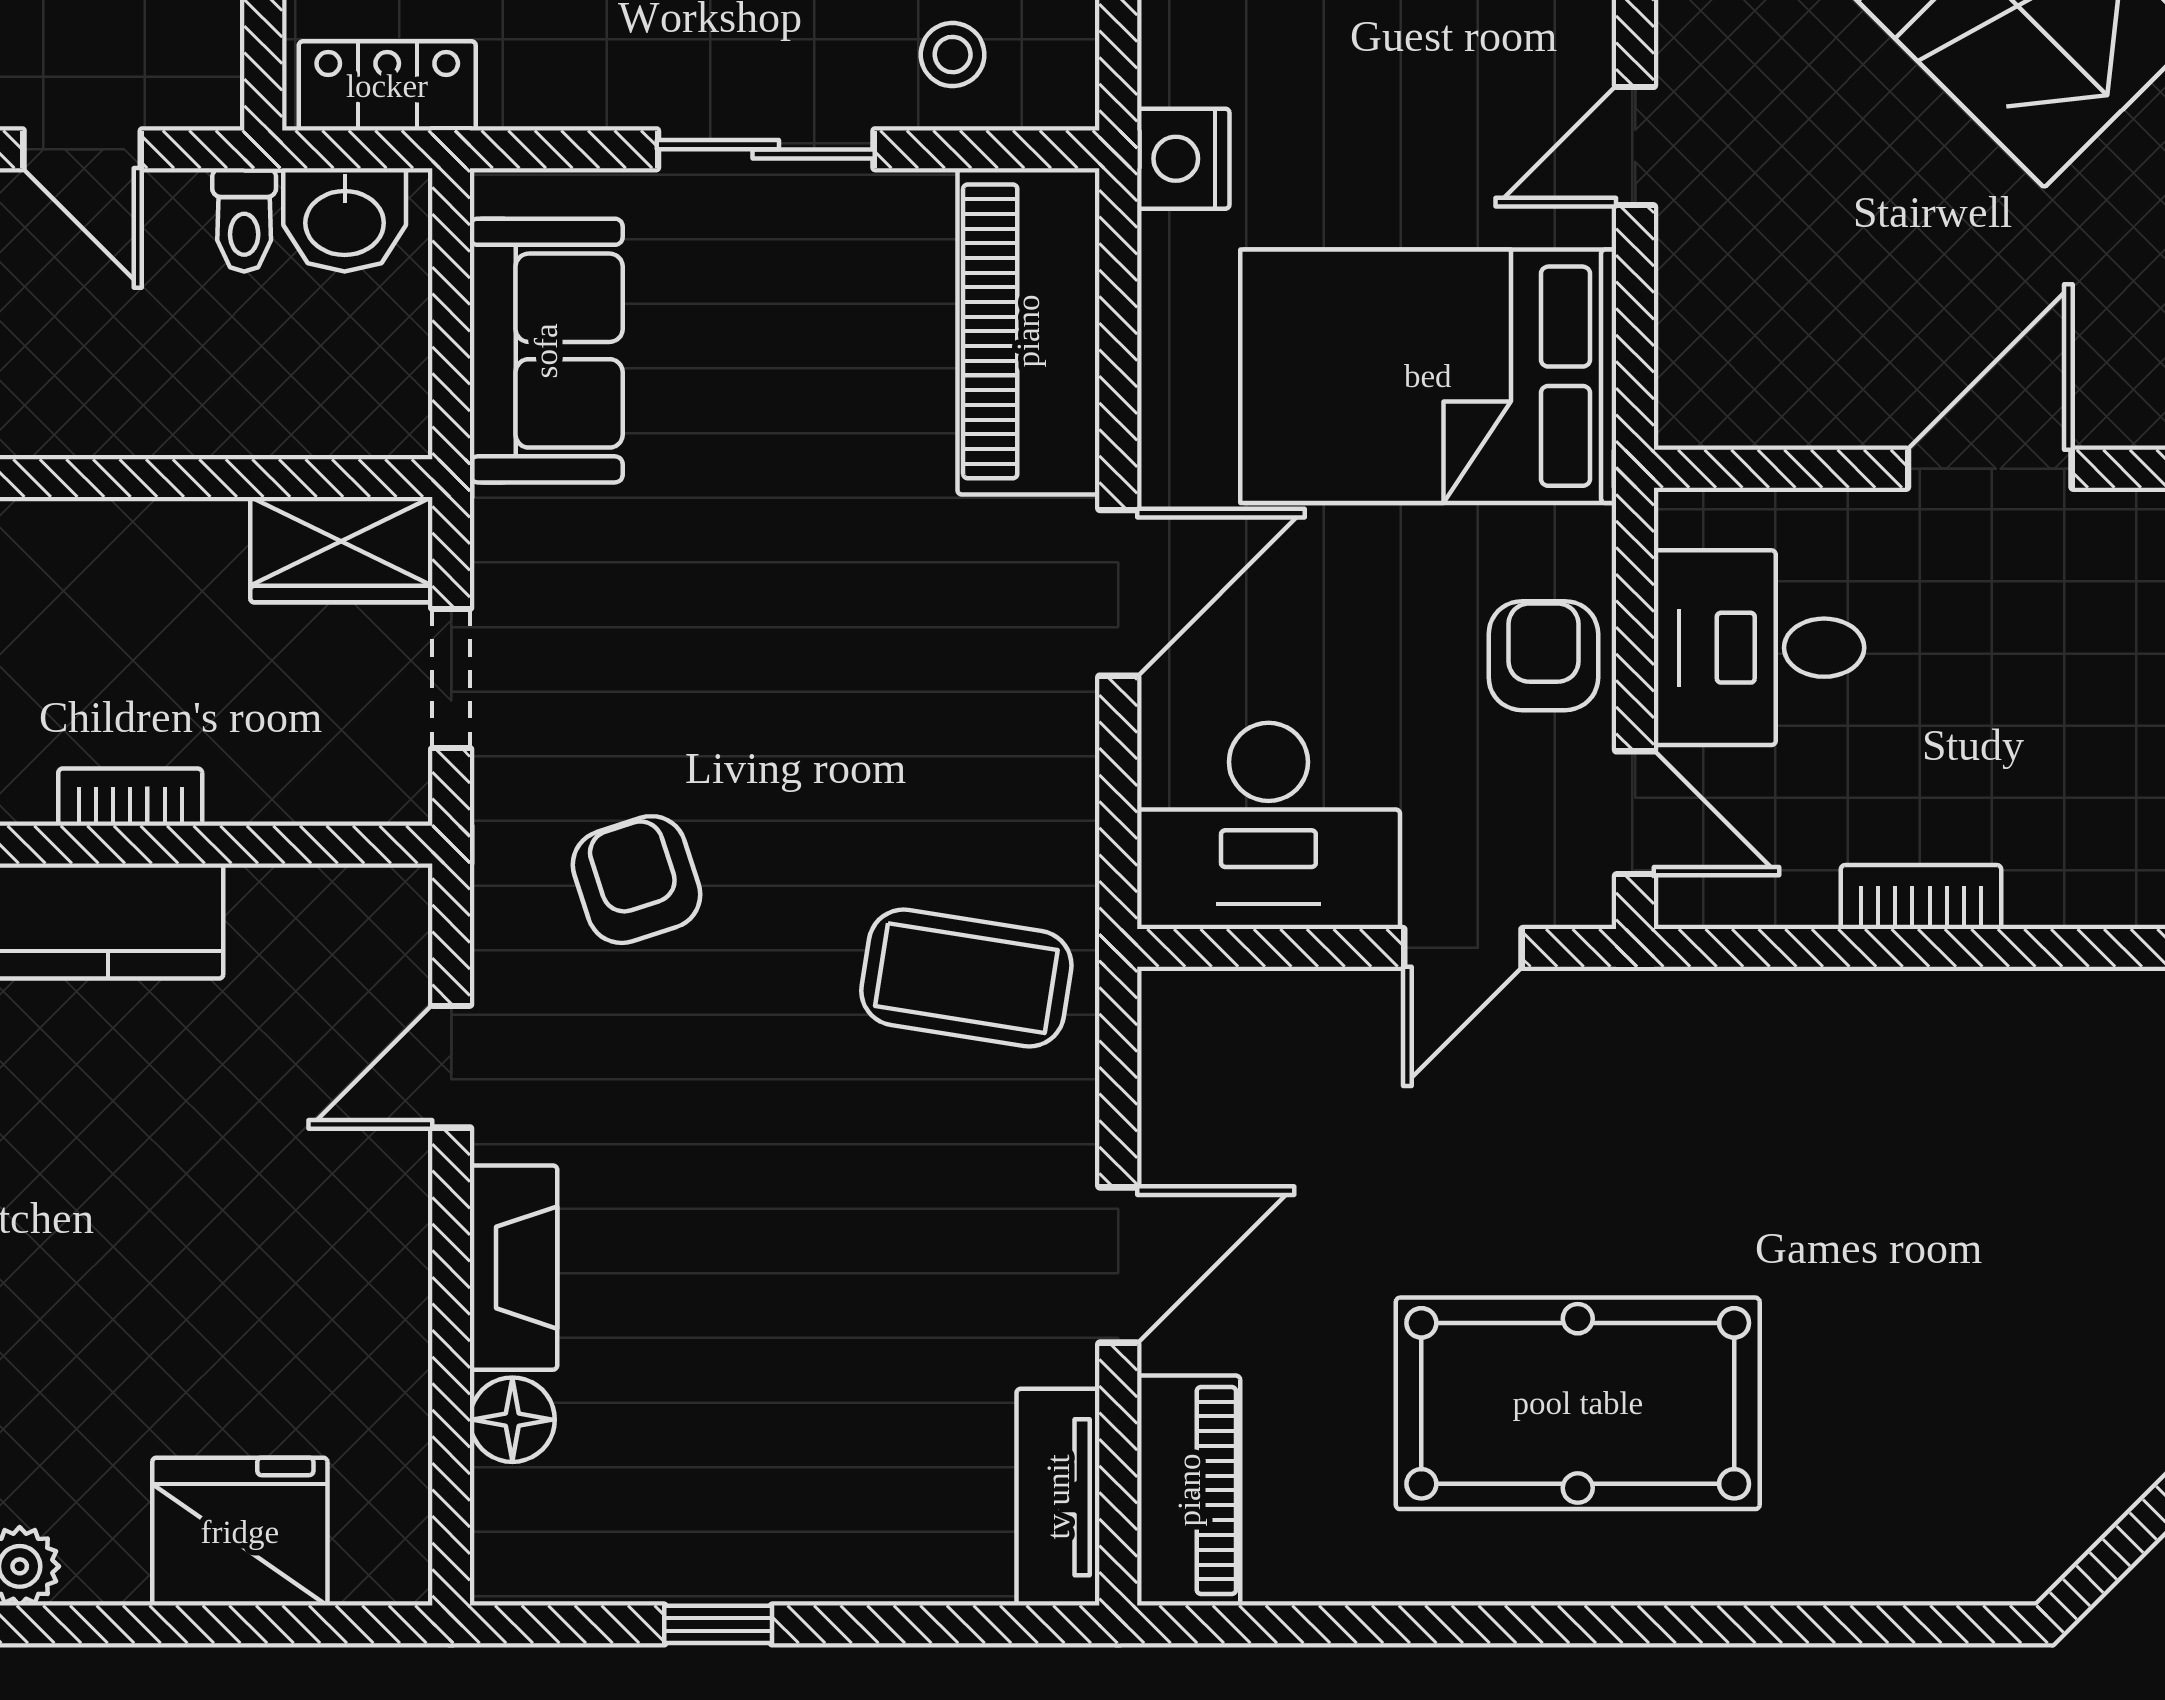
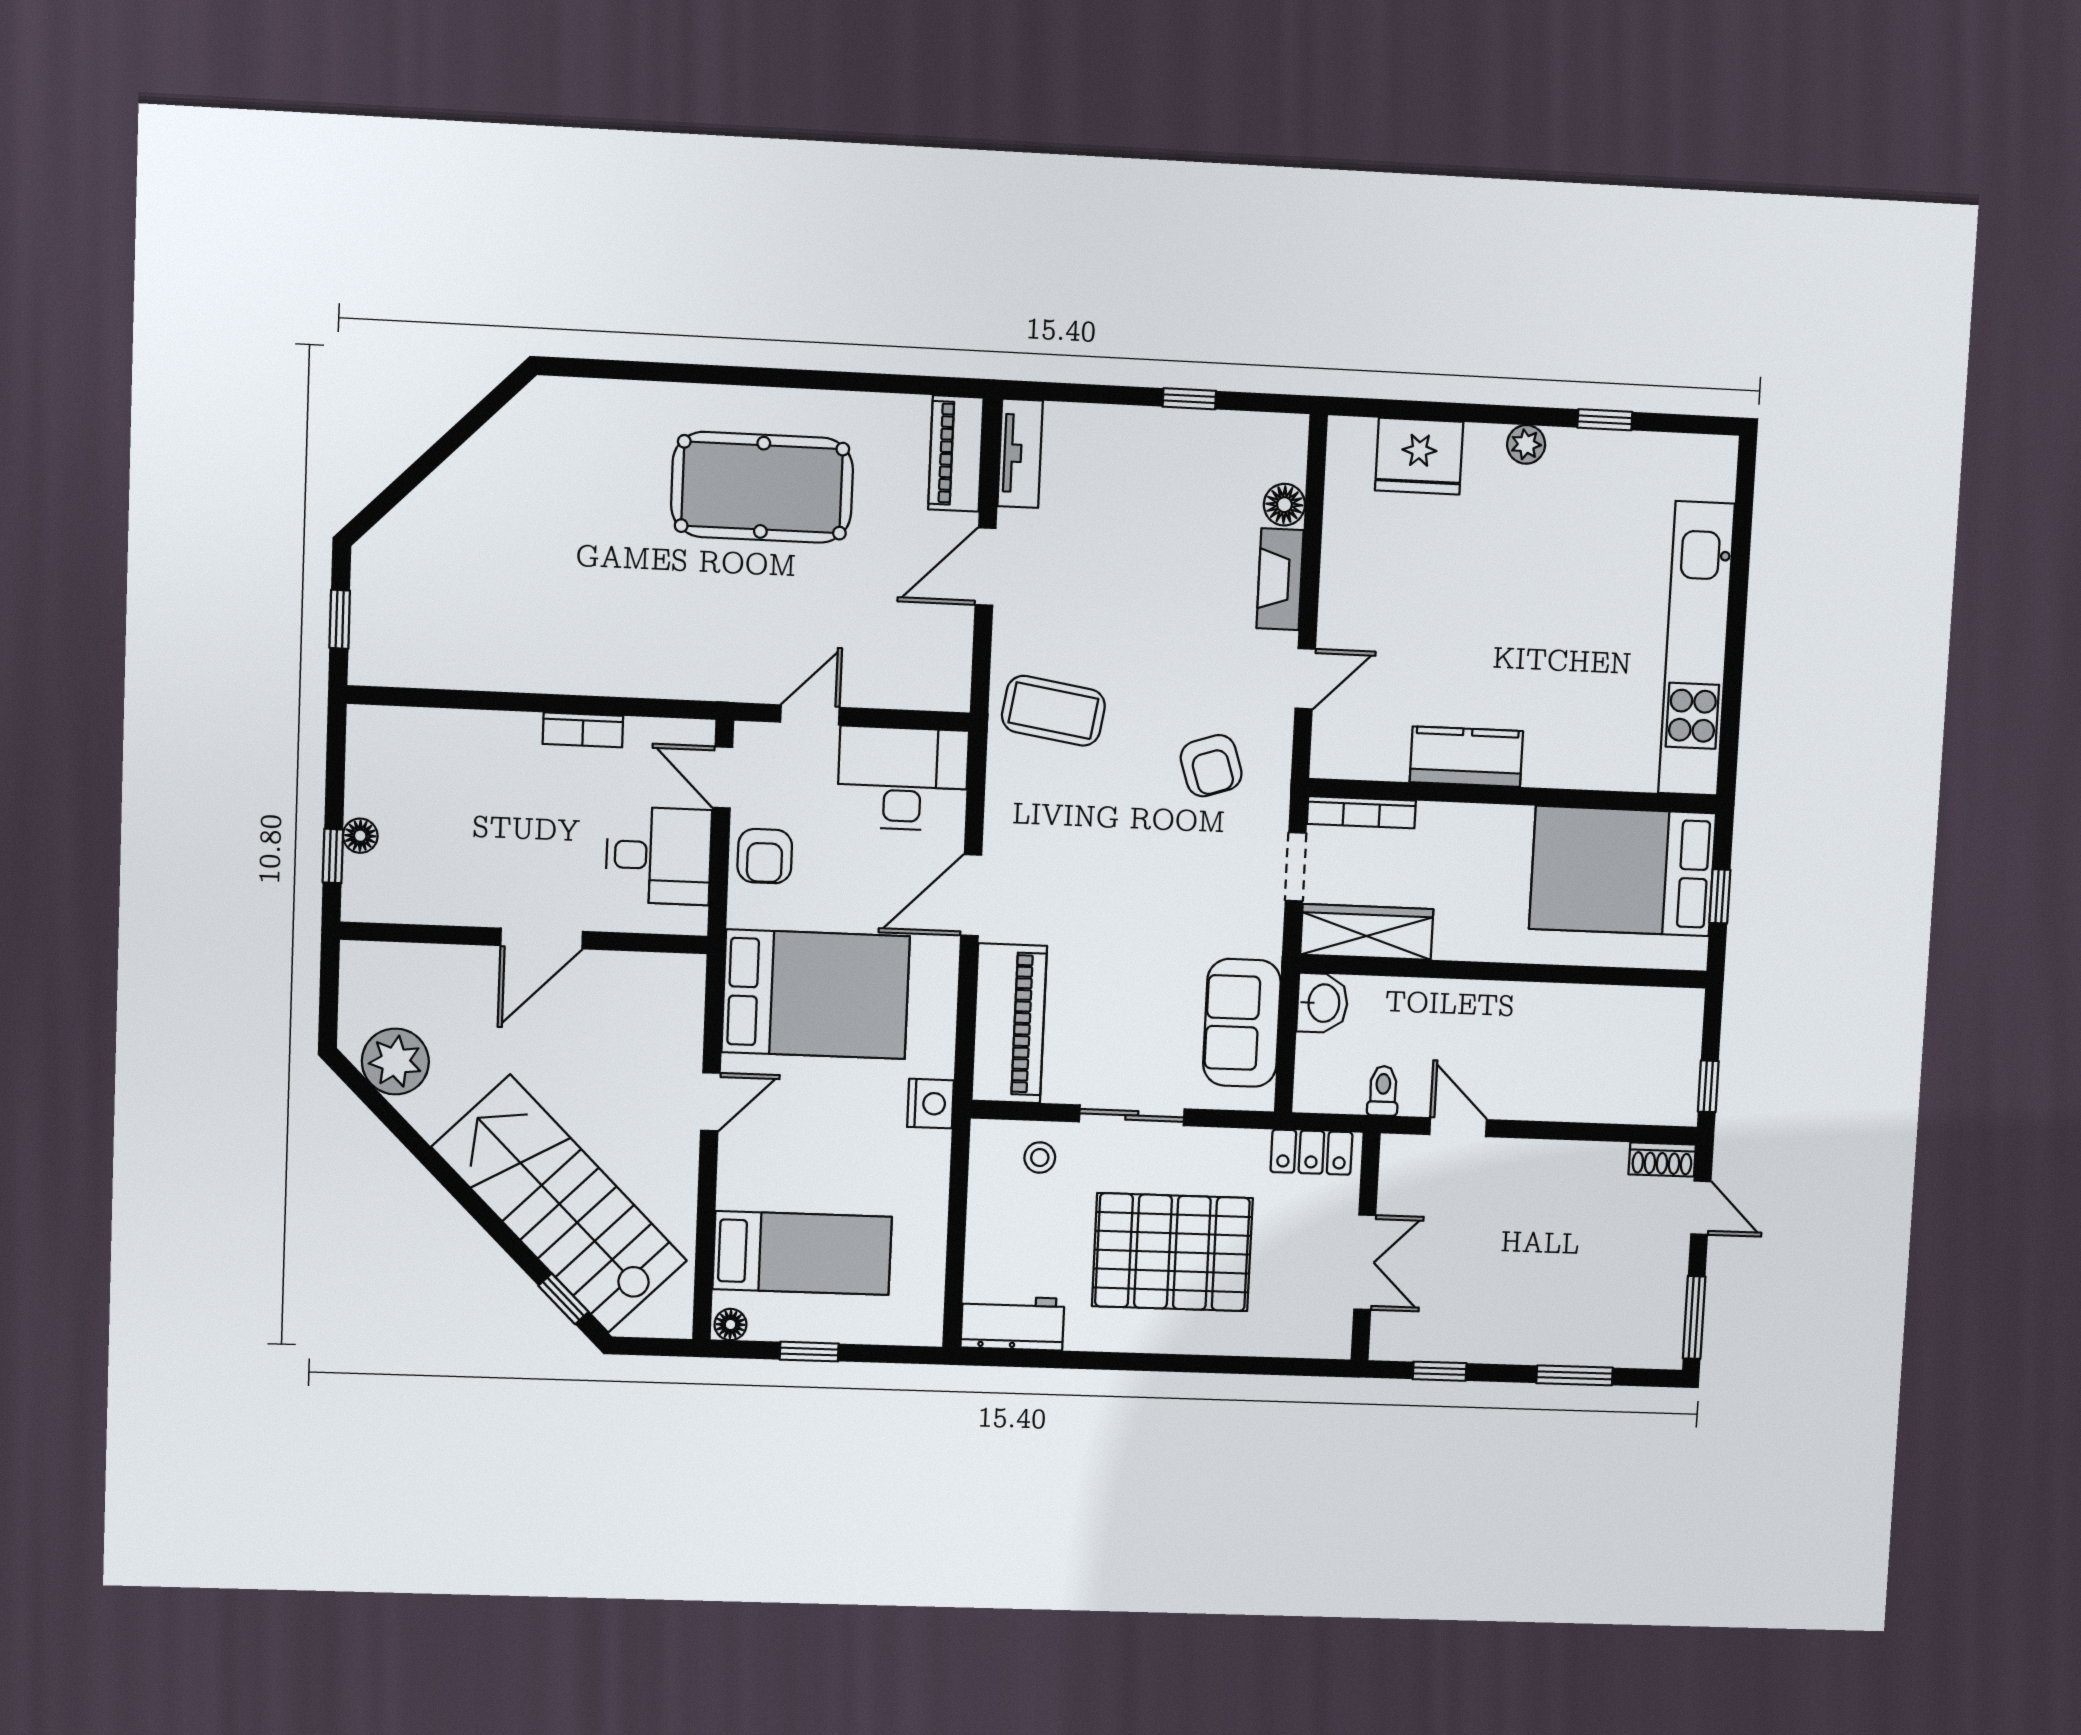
washbasin: (345, 220) -> (1322, 1003), moved, turned 90
wardrobe: (341, 550) -> (1367, 932), width x1.50
bookcase: (130, 797) -> (1361, 812), moved, width x1.56

